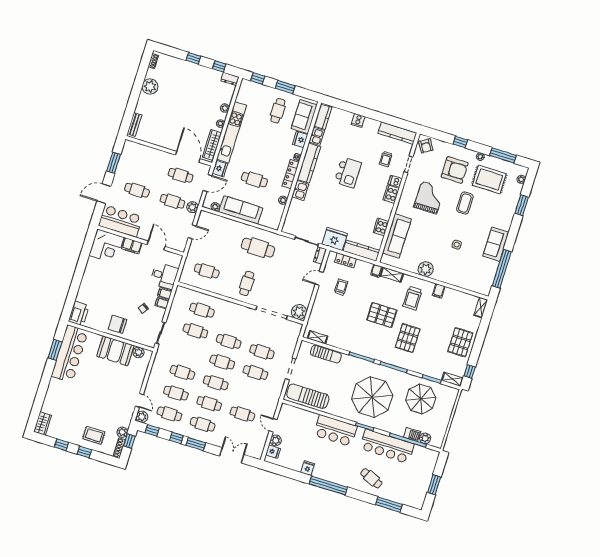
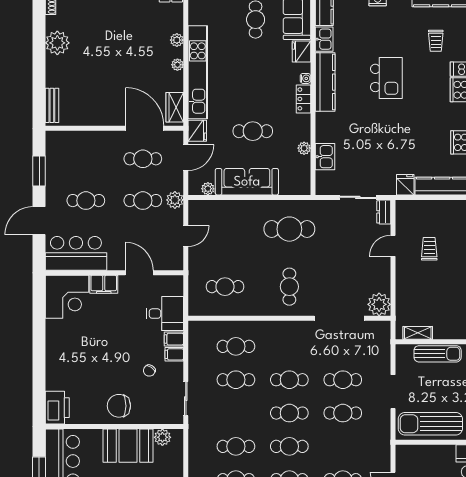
wardrobe: (212, 145) -> (175, 107), width x0.67
locker: (291, 174) -> (303, 99), width x0.66
kitchen sink: (300, 190) -> (325, 157), moved
fridge: (335, 239) -> (405, 185), width x0.53, depth x0.75
locker: (345, 260) -> (423, 208), removed

